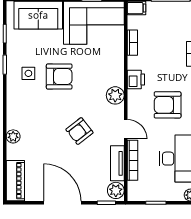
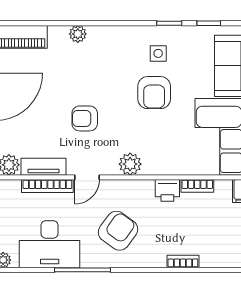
printer: (136, 80) -> (167, 190), moved
armchair: (168, 105) -> (118, 231), turned 36
armchair: (79, 131) -> (85, 118), turned -52

